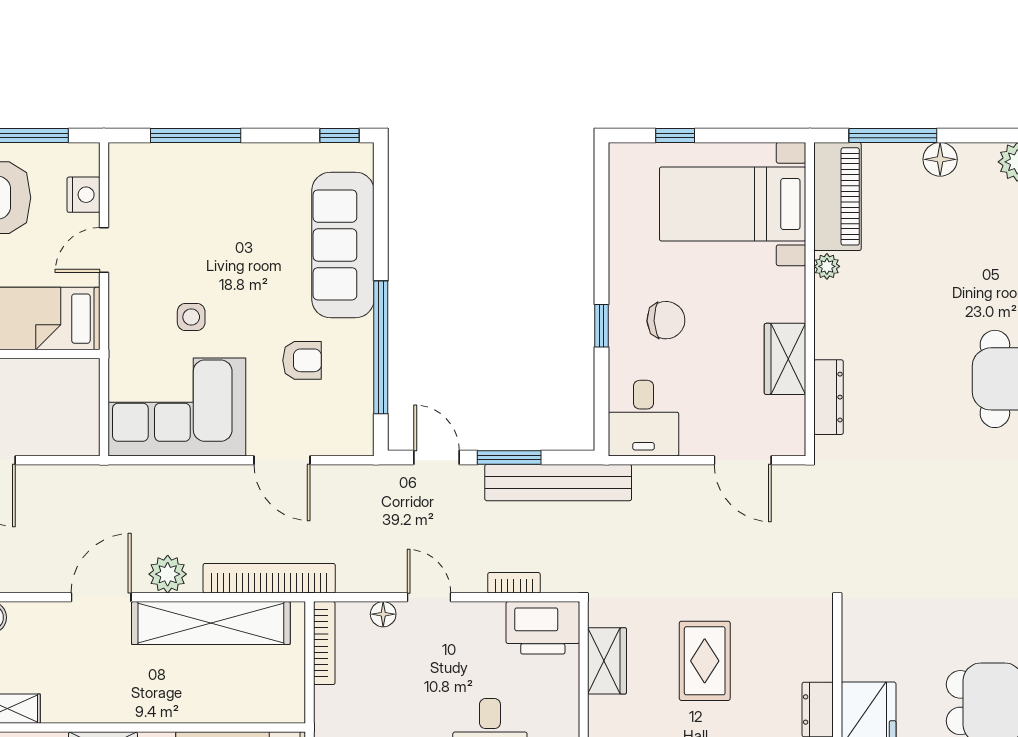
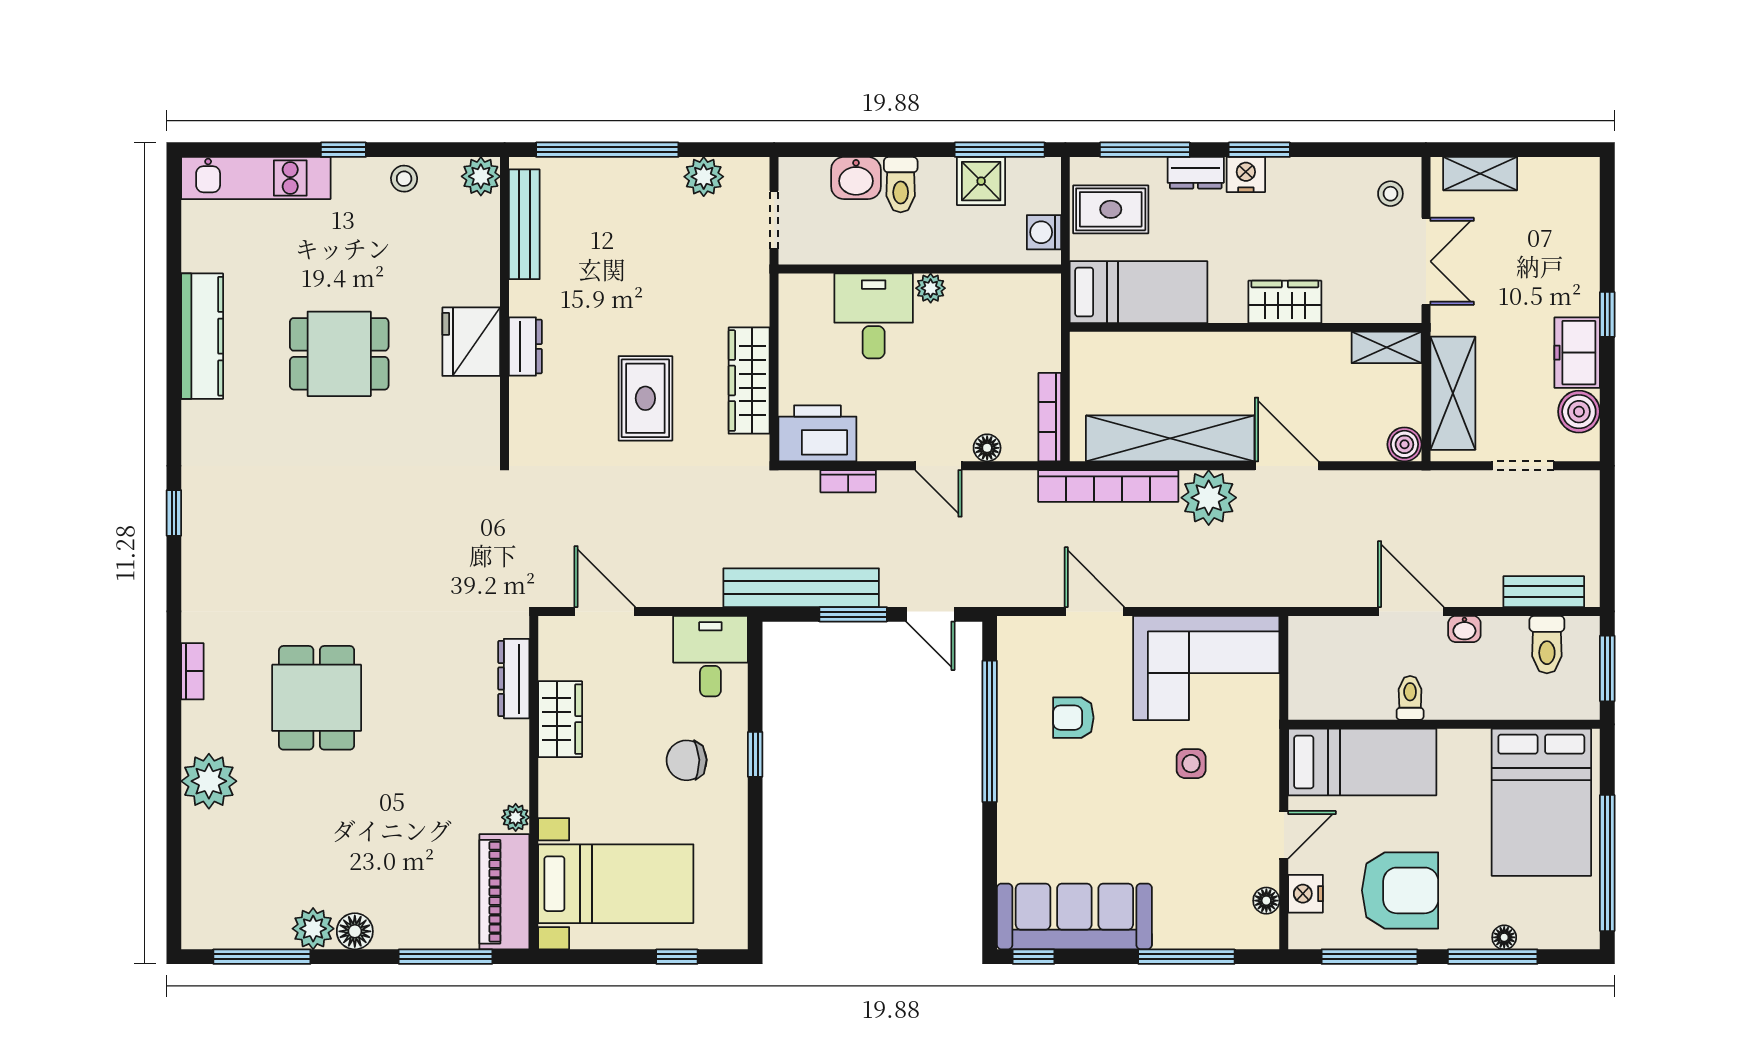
floor lamp: (940, 159) -> (355, 931), moved
floor lamp: (120, 188) -> (1266, 901), added
sofa: (343, 245) -> (1074, 916), moved, turned -90
plant: (168, 574) -> (1209, 498), width x1.36, depth x1.36
door: (101, 597) -> (1287, 466), swing flipped
wardrobe: (607, 661) -> (749, 381), width x1.50

